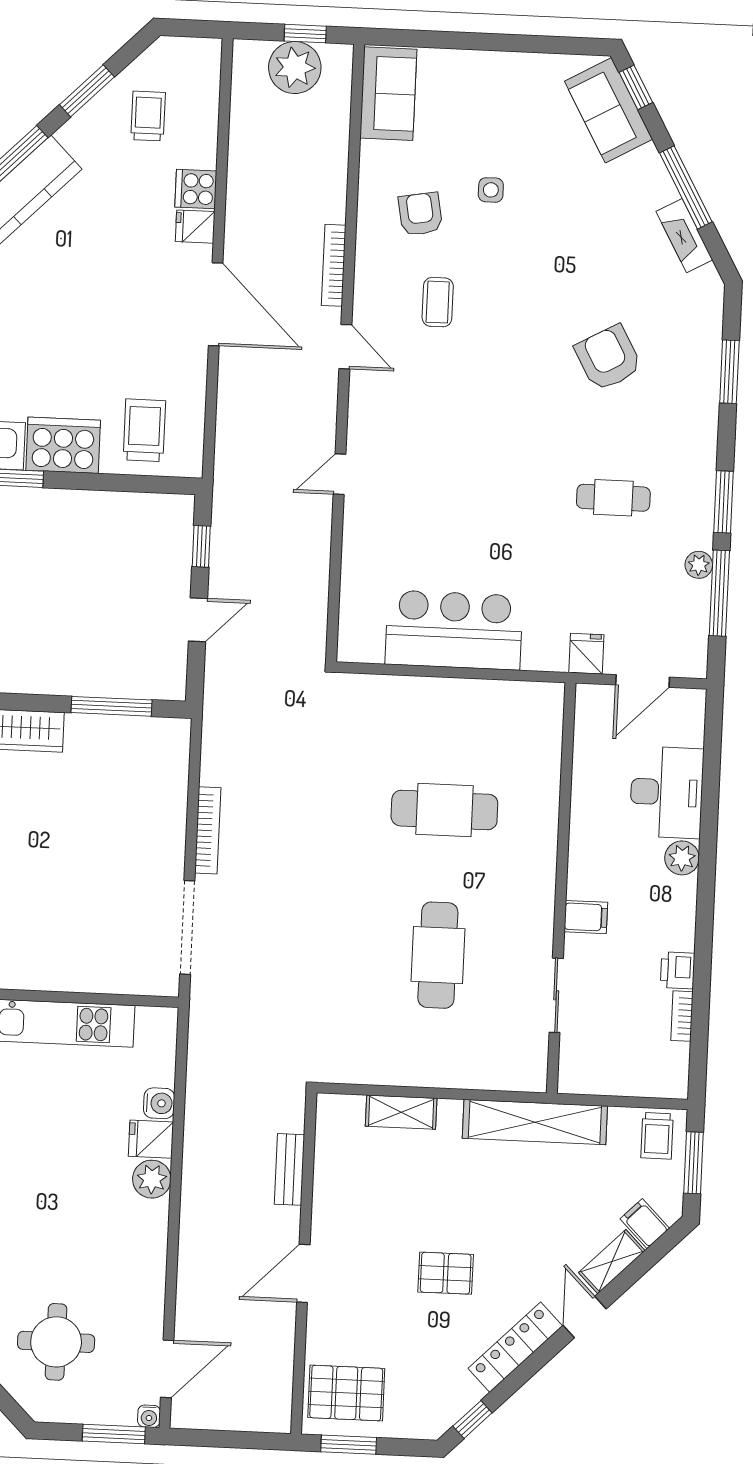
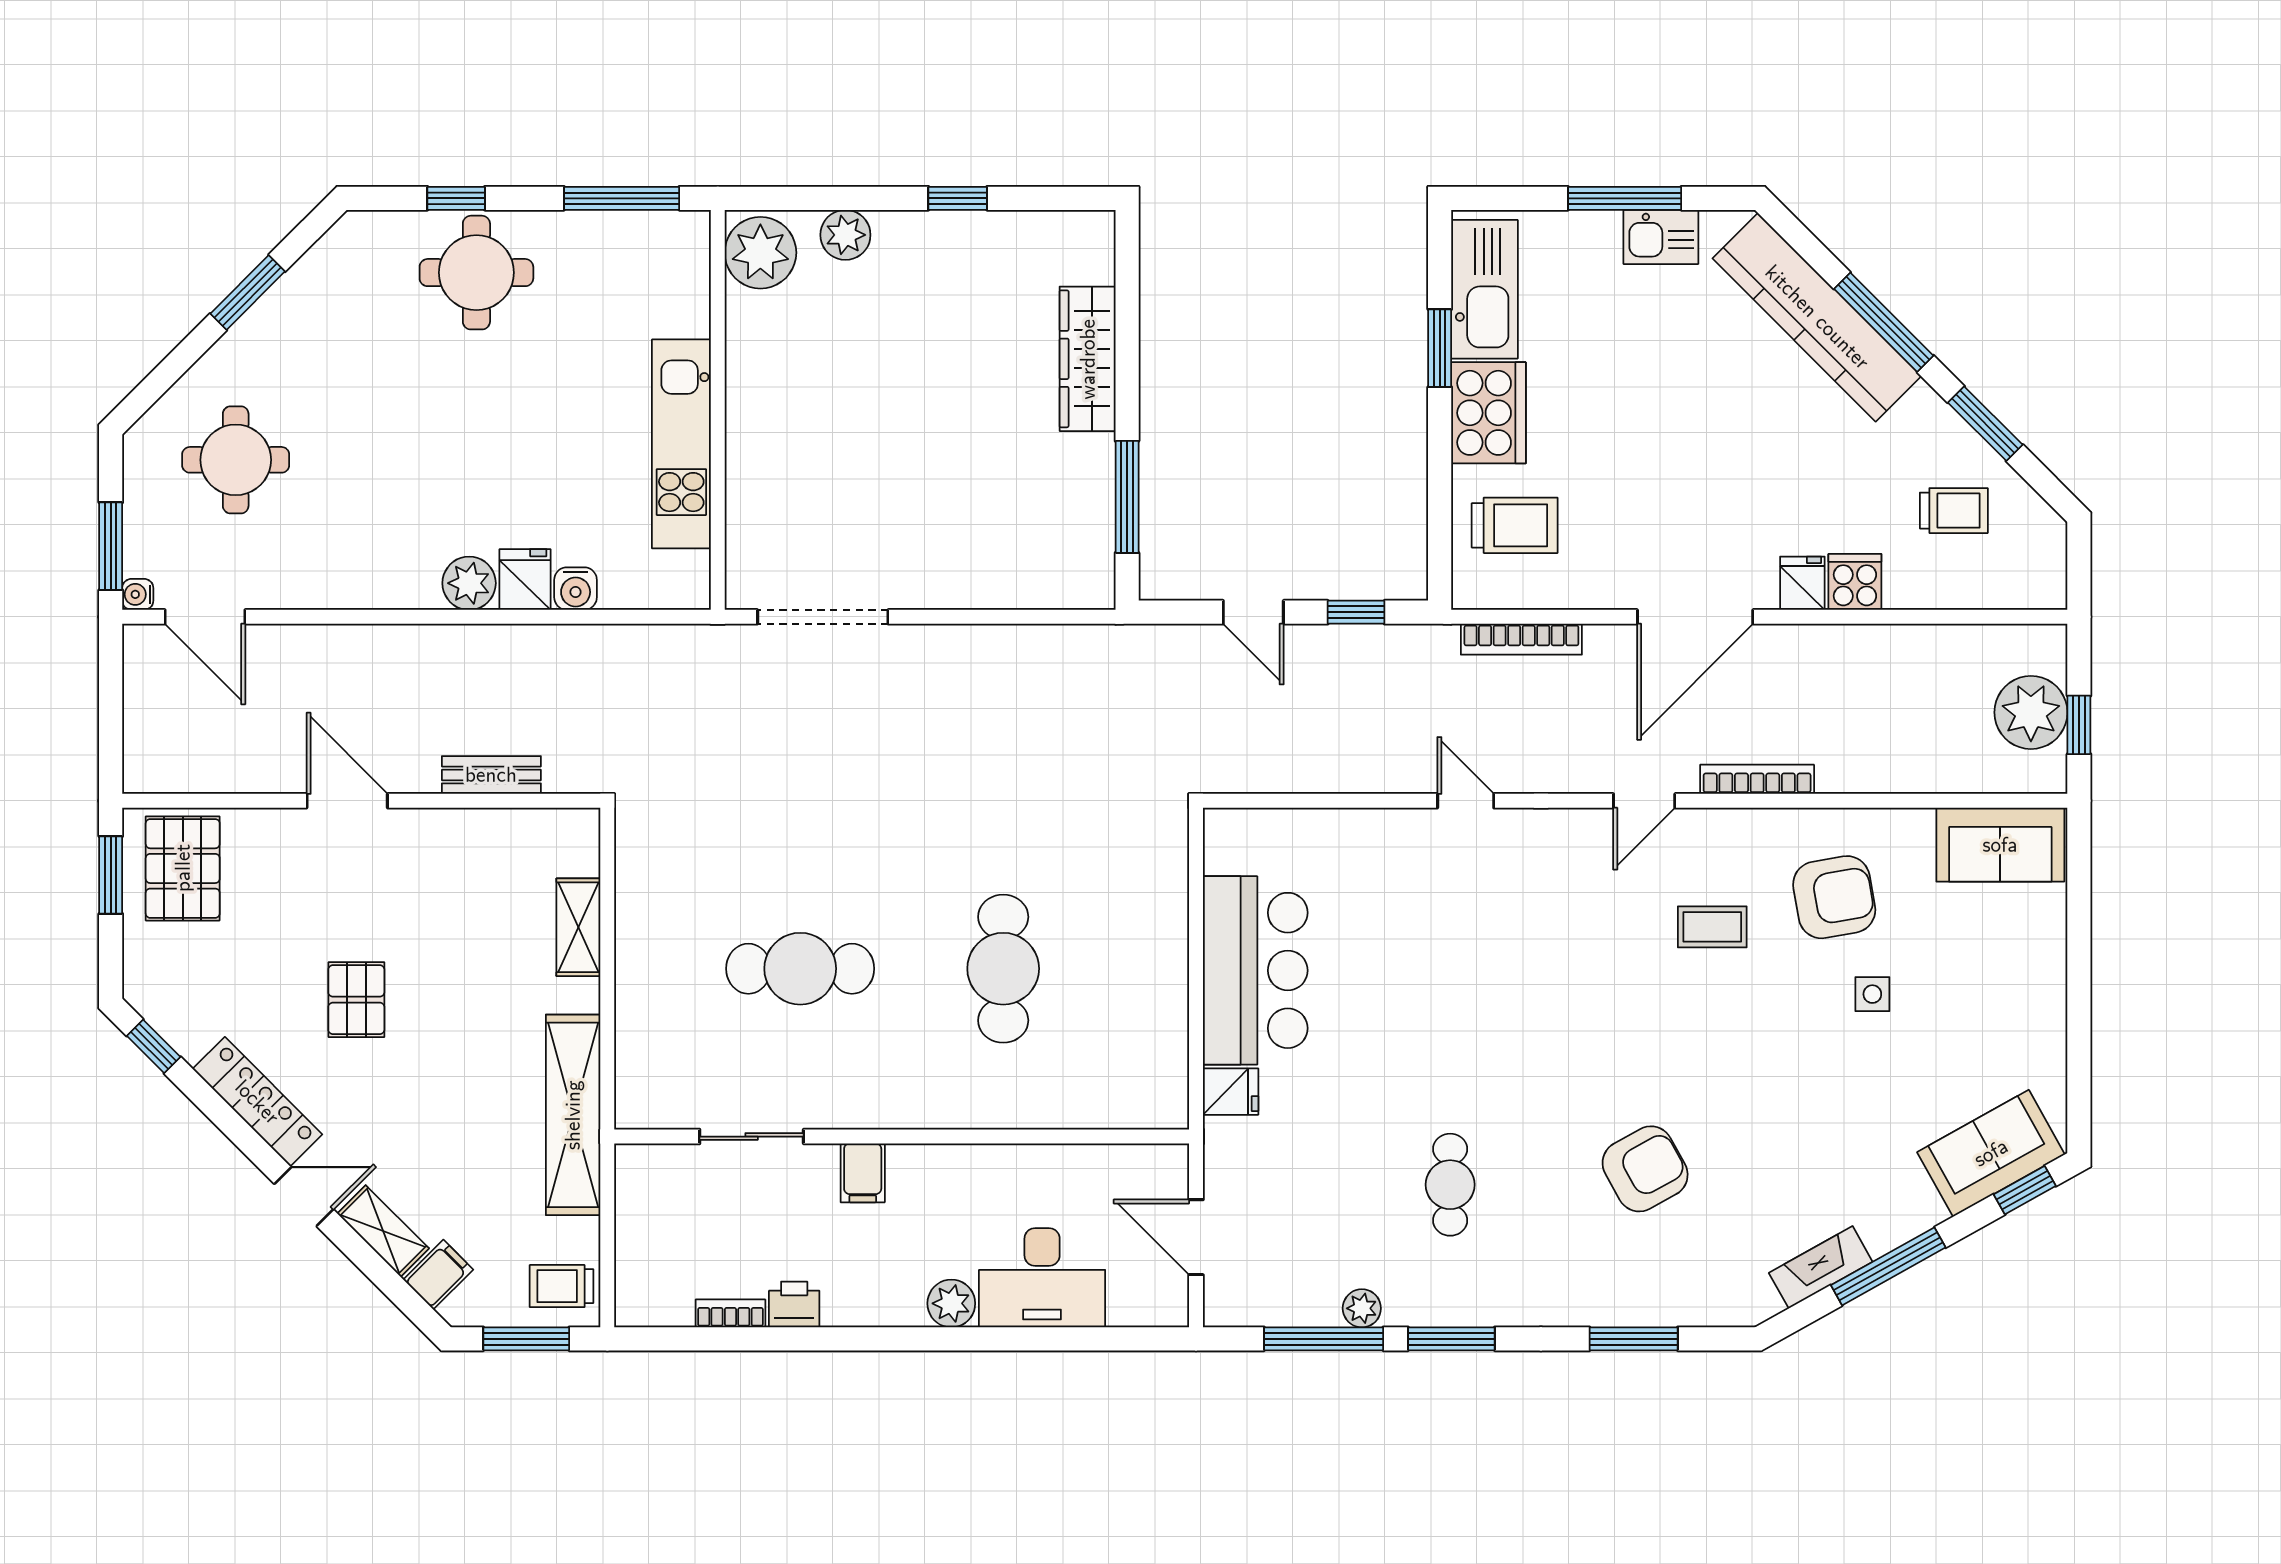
armchair: (420, 214) -> (1834, 897), width x1.38, depth x1.38
fridge: (586, 654) -> (1231, 1092), moved
bookcase: (208, 830) -> (1521, 639), moved

